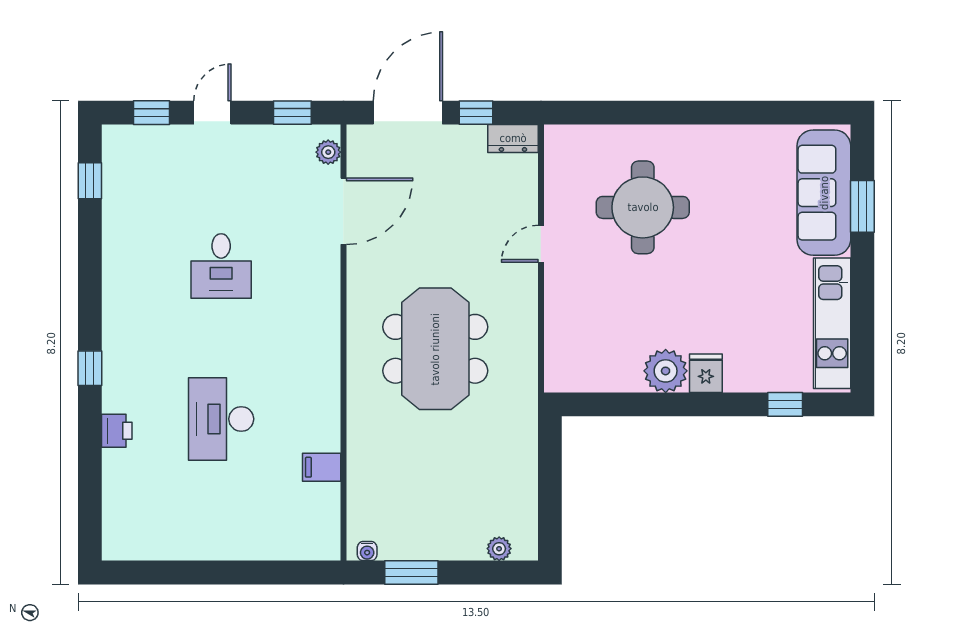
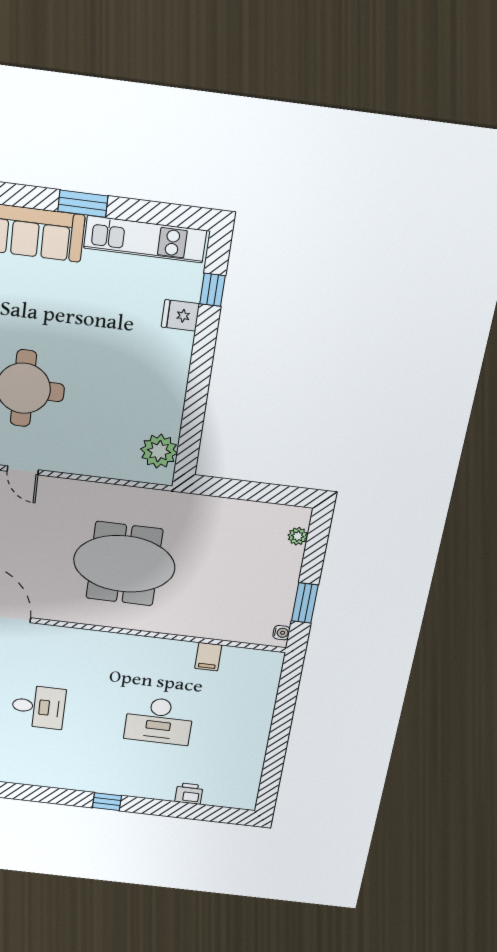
window: (862, 206) -> (83, 204), moved
door: (541, 244) -> (23, 470), moved
plant: (666, 371) -> (159, 451), moved
fridge: (706, 373) -> (180, 315), moved
printer: (117, 431) -> (189, 794), moved

